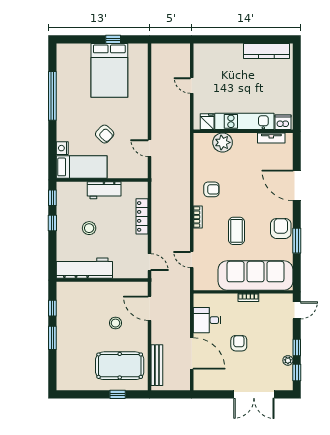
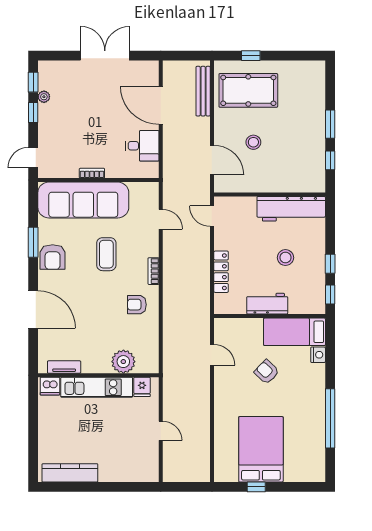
armchair: (239, 343) -> (104, 118), removed
double door: (254, 394) -> (105, 56), moved

